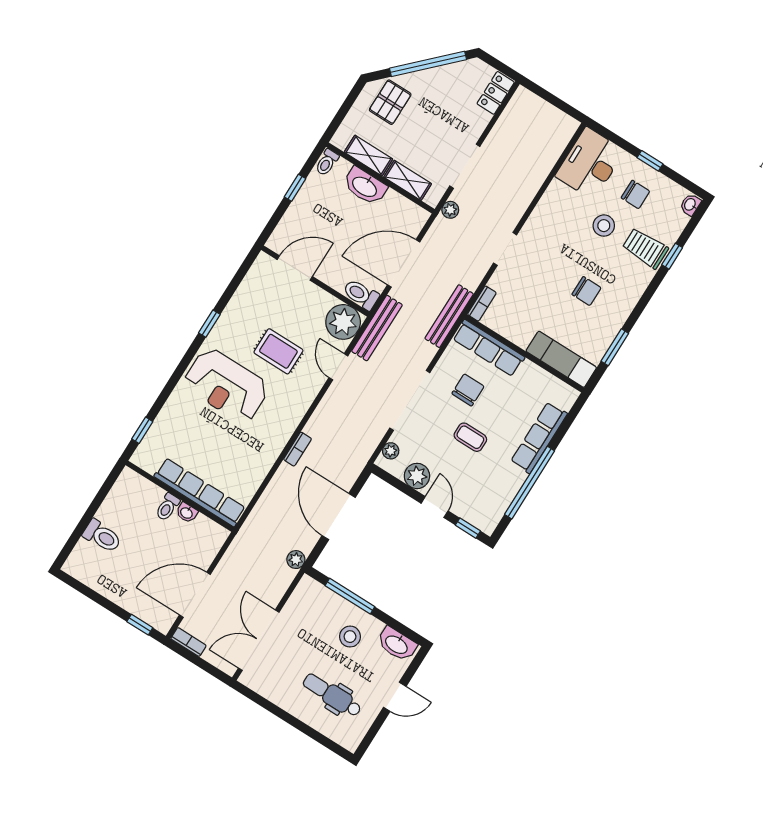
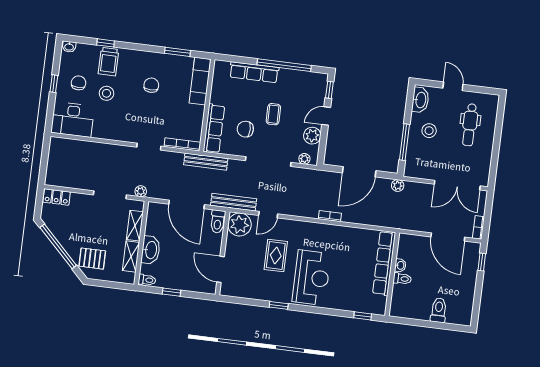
bookcase: (482, 304) -> (182, 144), width x1.56

